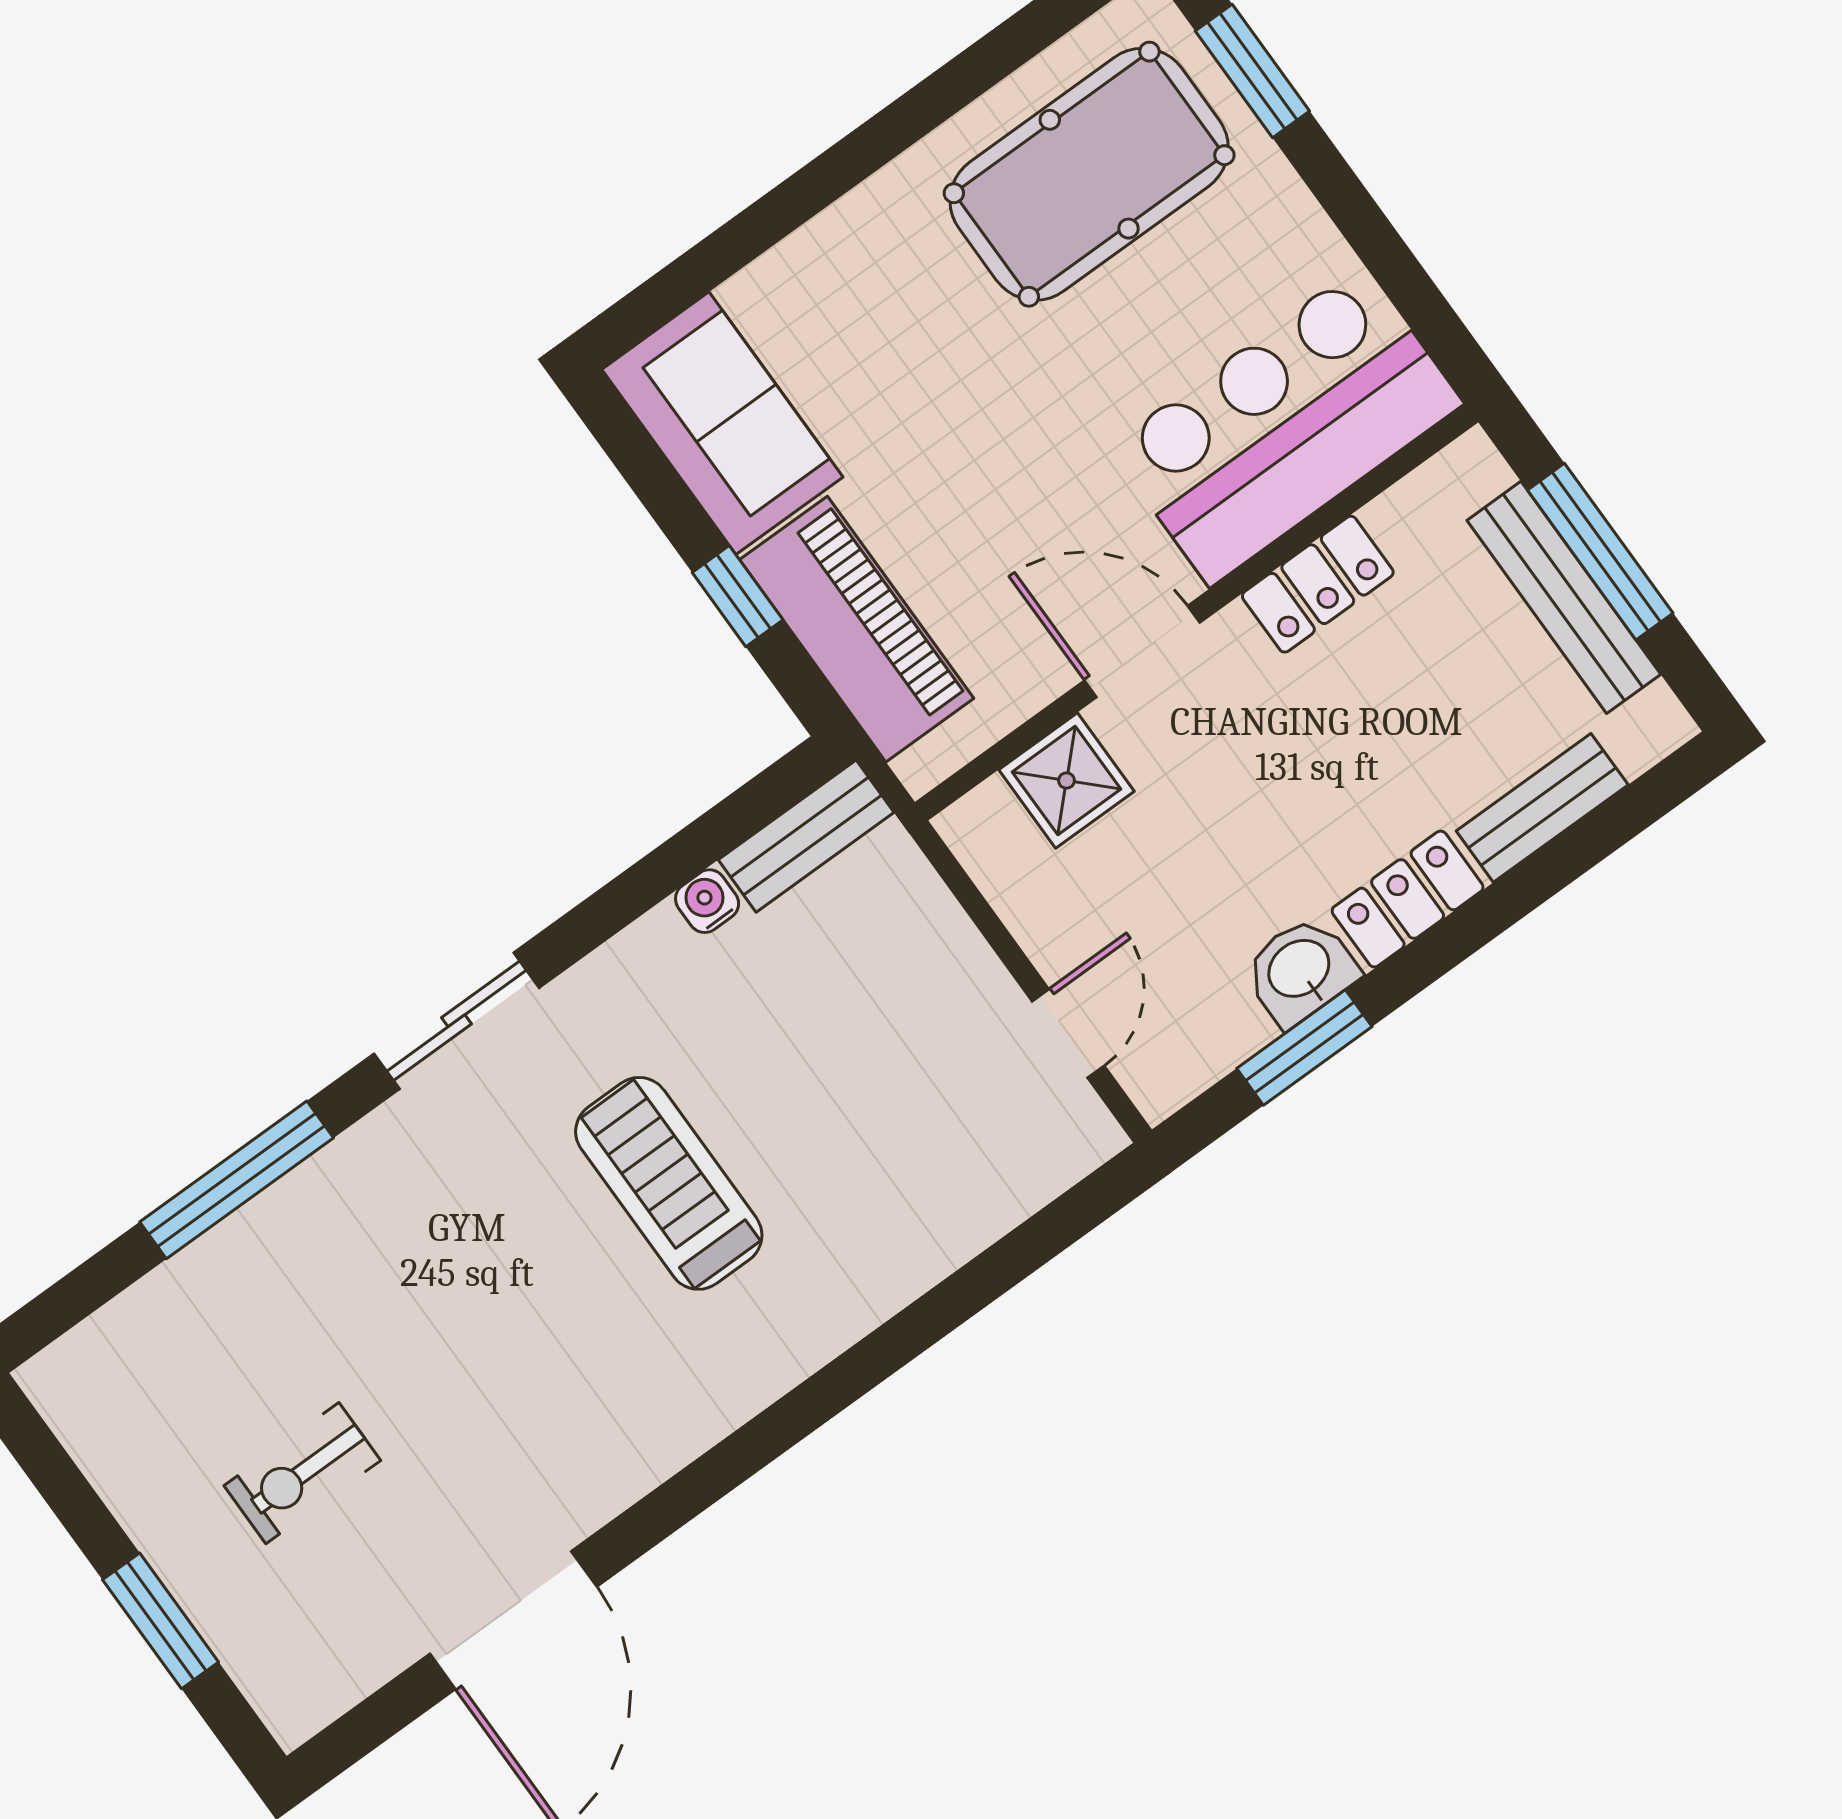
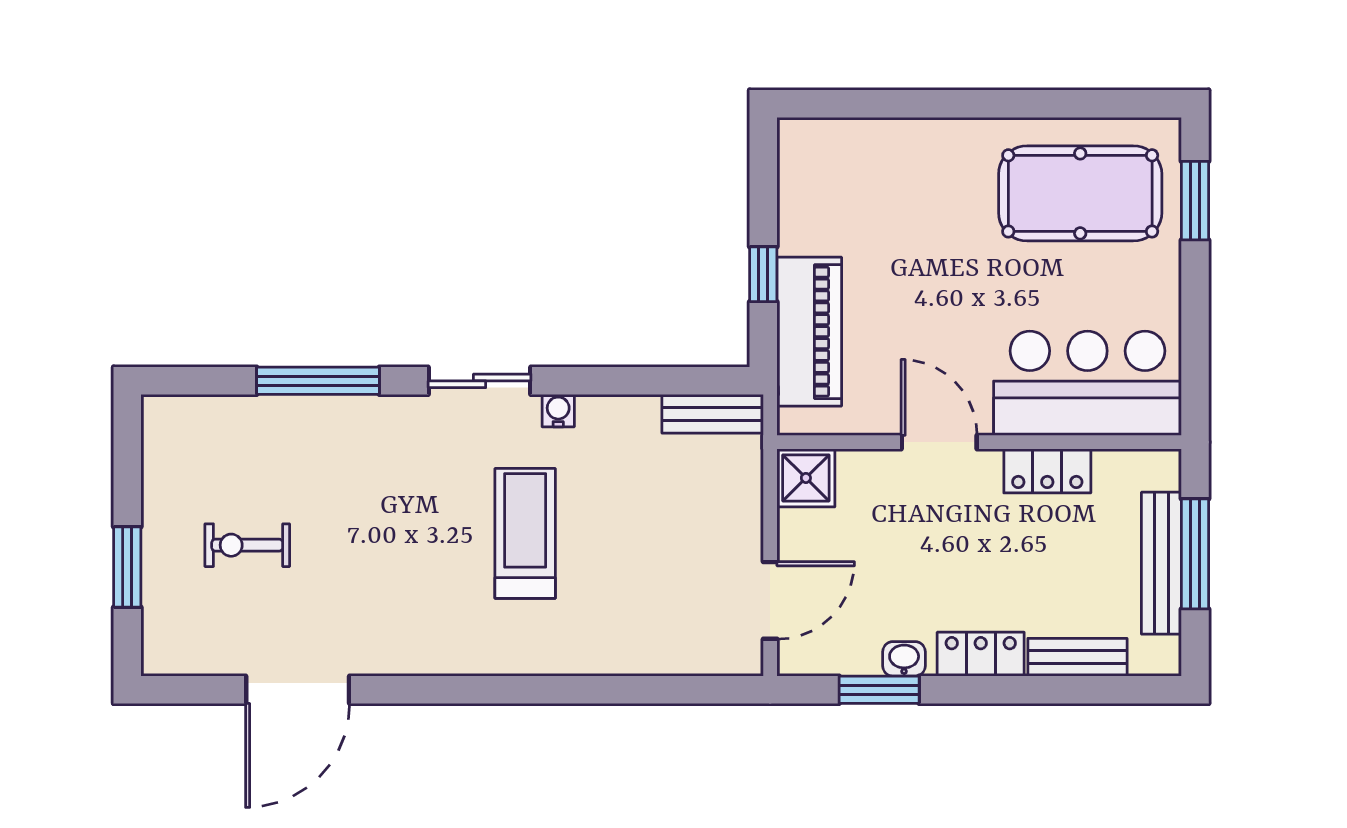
sofa: (722, 423) -> (816, 185), removed
shower: (1066, 781) -> (806, 478), moved
water cooler: (707, 901) -> (558, 411), moved
washbasin: (1300, 970) -> (904, 659), width x0.72, depth x0.69
door: (1068, 1033) -> (770, 600), width x1.38

